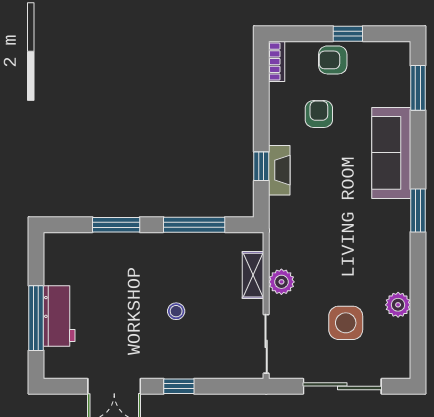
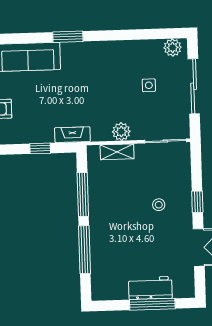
fireplace: (279, 170) -> (72, 135), moved
window: (116, 225) -> (85, 250), width x1.44
plant: (398, 305) -> (173, 48), moved
stool: (176, 311) -> (159, 205), moved
side table: (346, 323) -> (149, 85), width x0.54, depth x0.54

